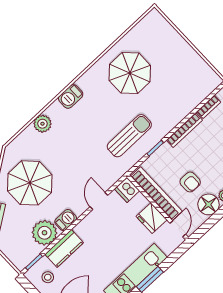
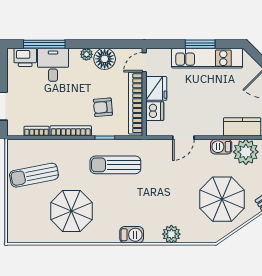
sun lounger: (181, 74) -> (34, 175), added
armchair: (190, 182) -> (103, 107), moved, turned -95
dishwasher: (127, 190) -> (155, 111), moved

